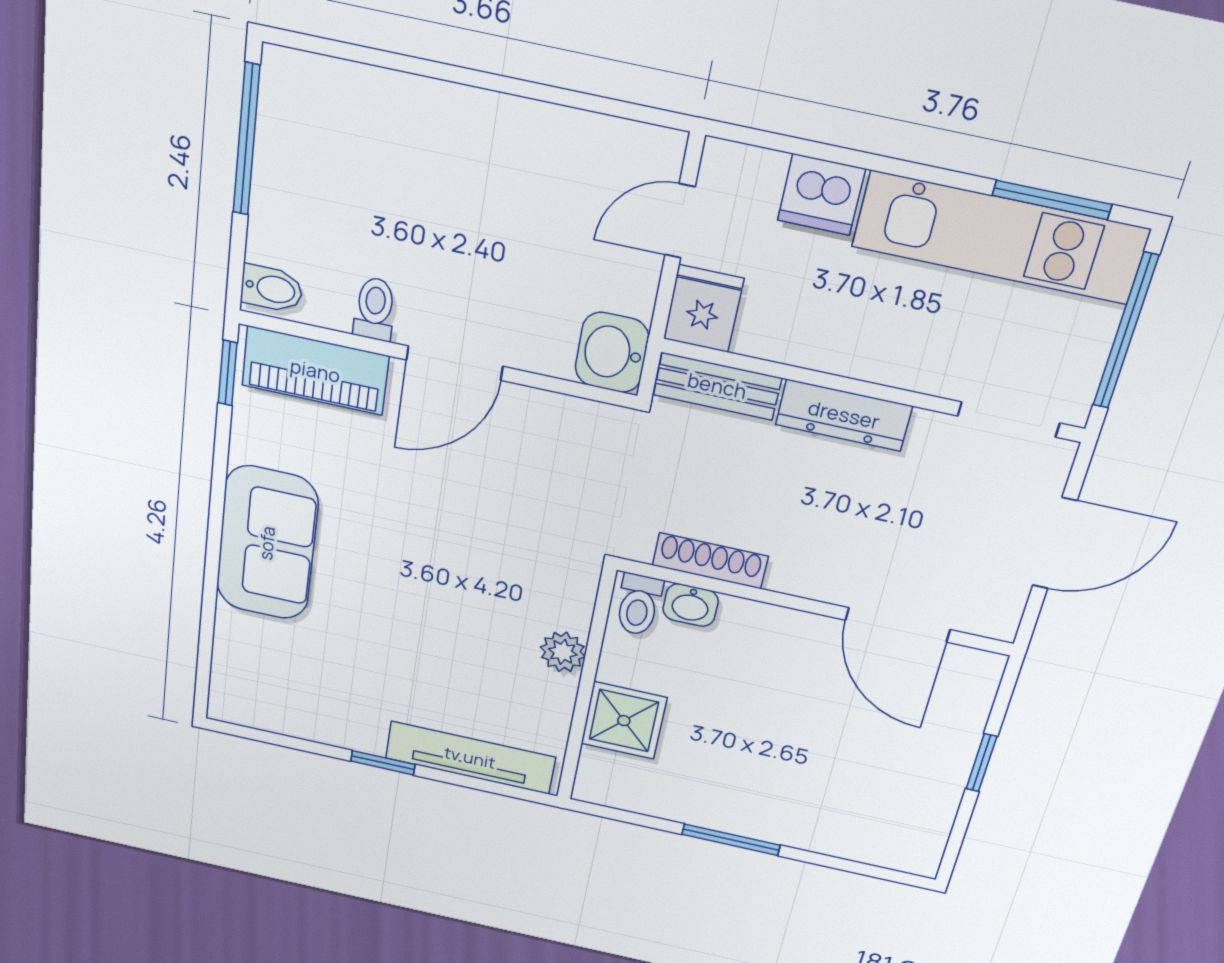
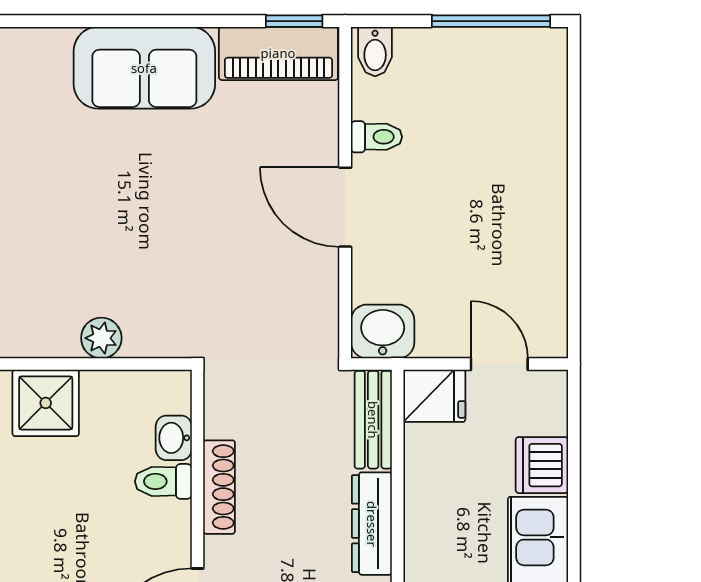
piano: (315, 371) -> (278, 53), moved, turned -90
shoe rack: (710, 561) -> (219, 487), moved
toilet: (639, 605) -> (163, 481), moved

